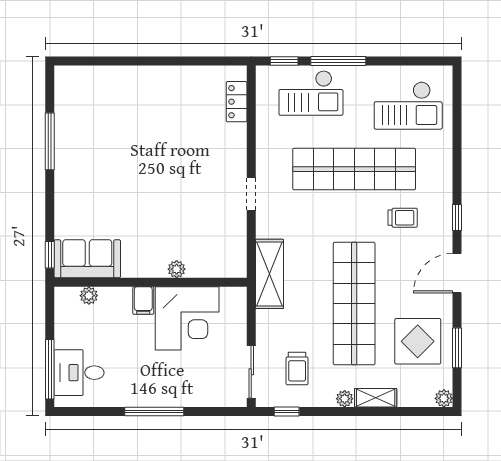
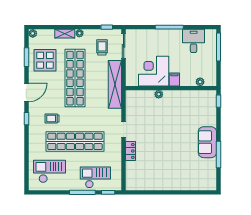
locker: (237, 102) -> (130, 151), moved
sofa: (87, 259) -> (207, 142), moved, turned 90
shelving: (269, 274) -> (115, 84), width x1.47
desk: (79, 373) -> (194, 41), moved, turned -90

